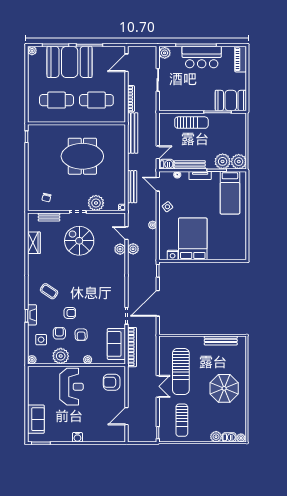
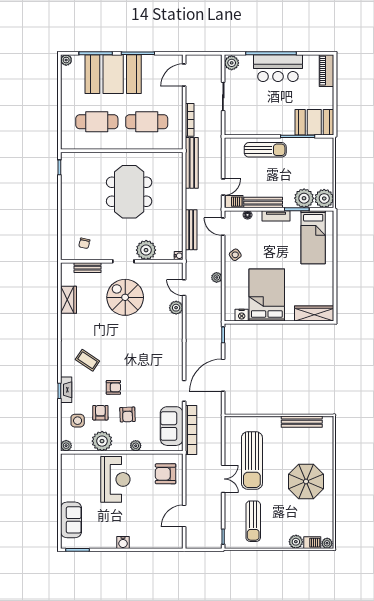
meeting table: (82, 156) -> (129, 192), turned 90
plant: (133, 249) -> (192, 307), removed
wardrobe: (231, 254) -> (314, 314), added

